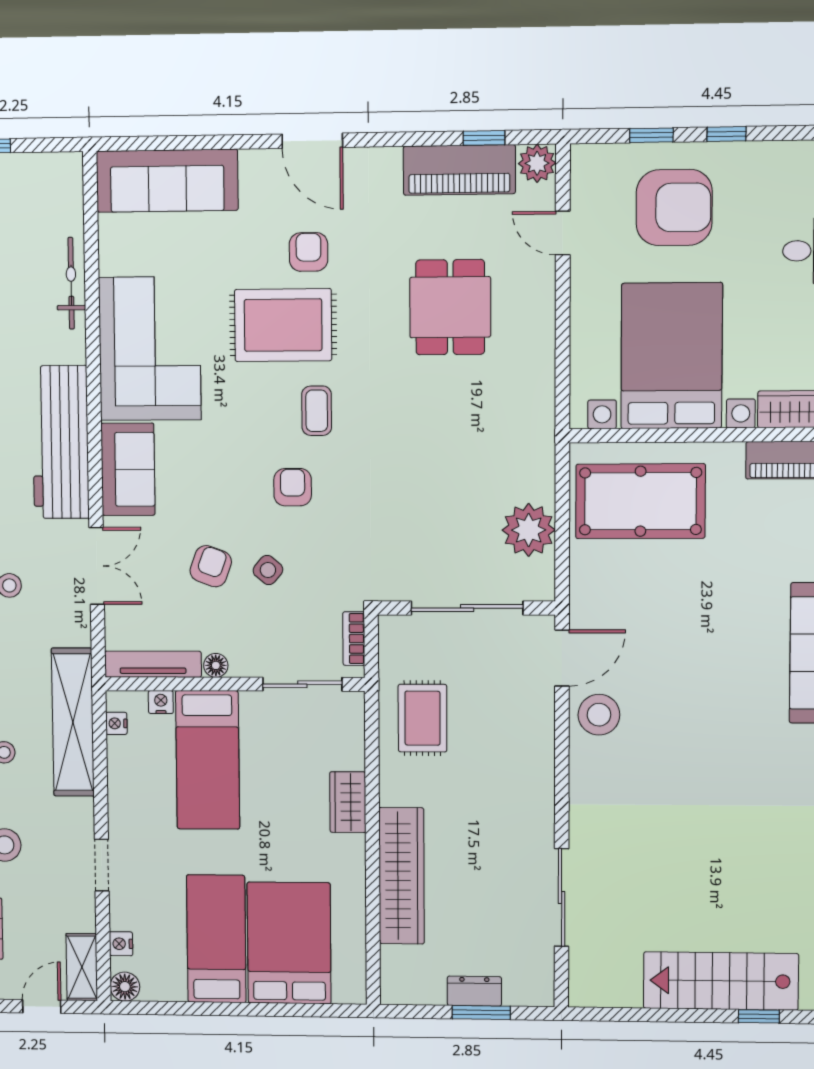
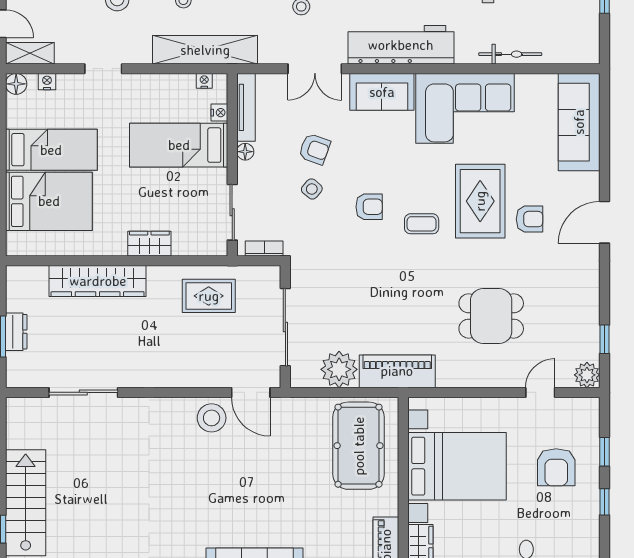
piano: (459, 170) -> (397, 371), moved, turned 90
armchair: (674, 207) -> (556, 467), width x0.73, depth x0.73

